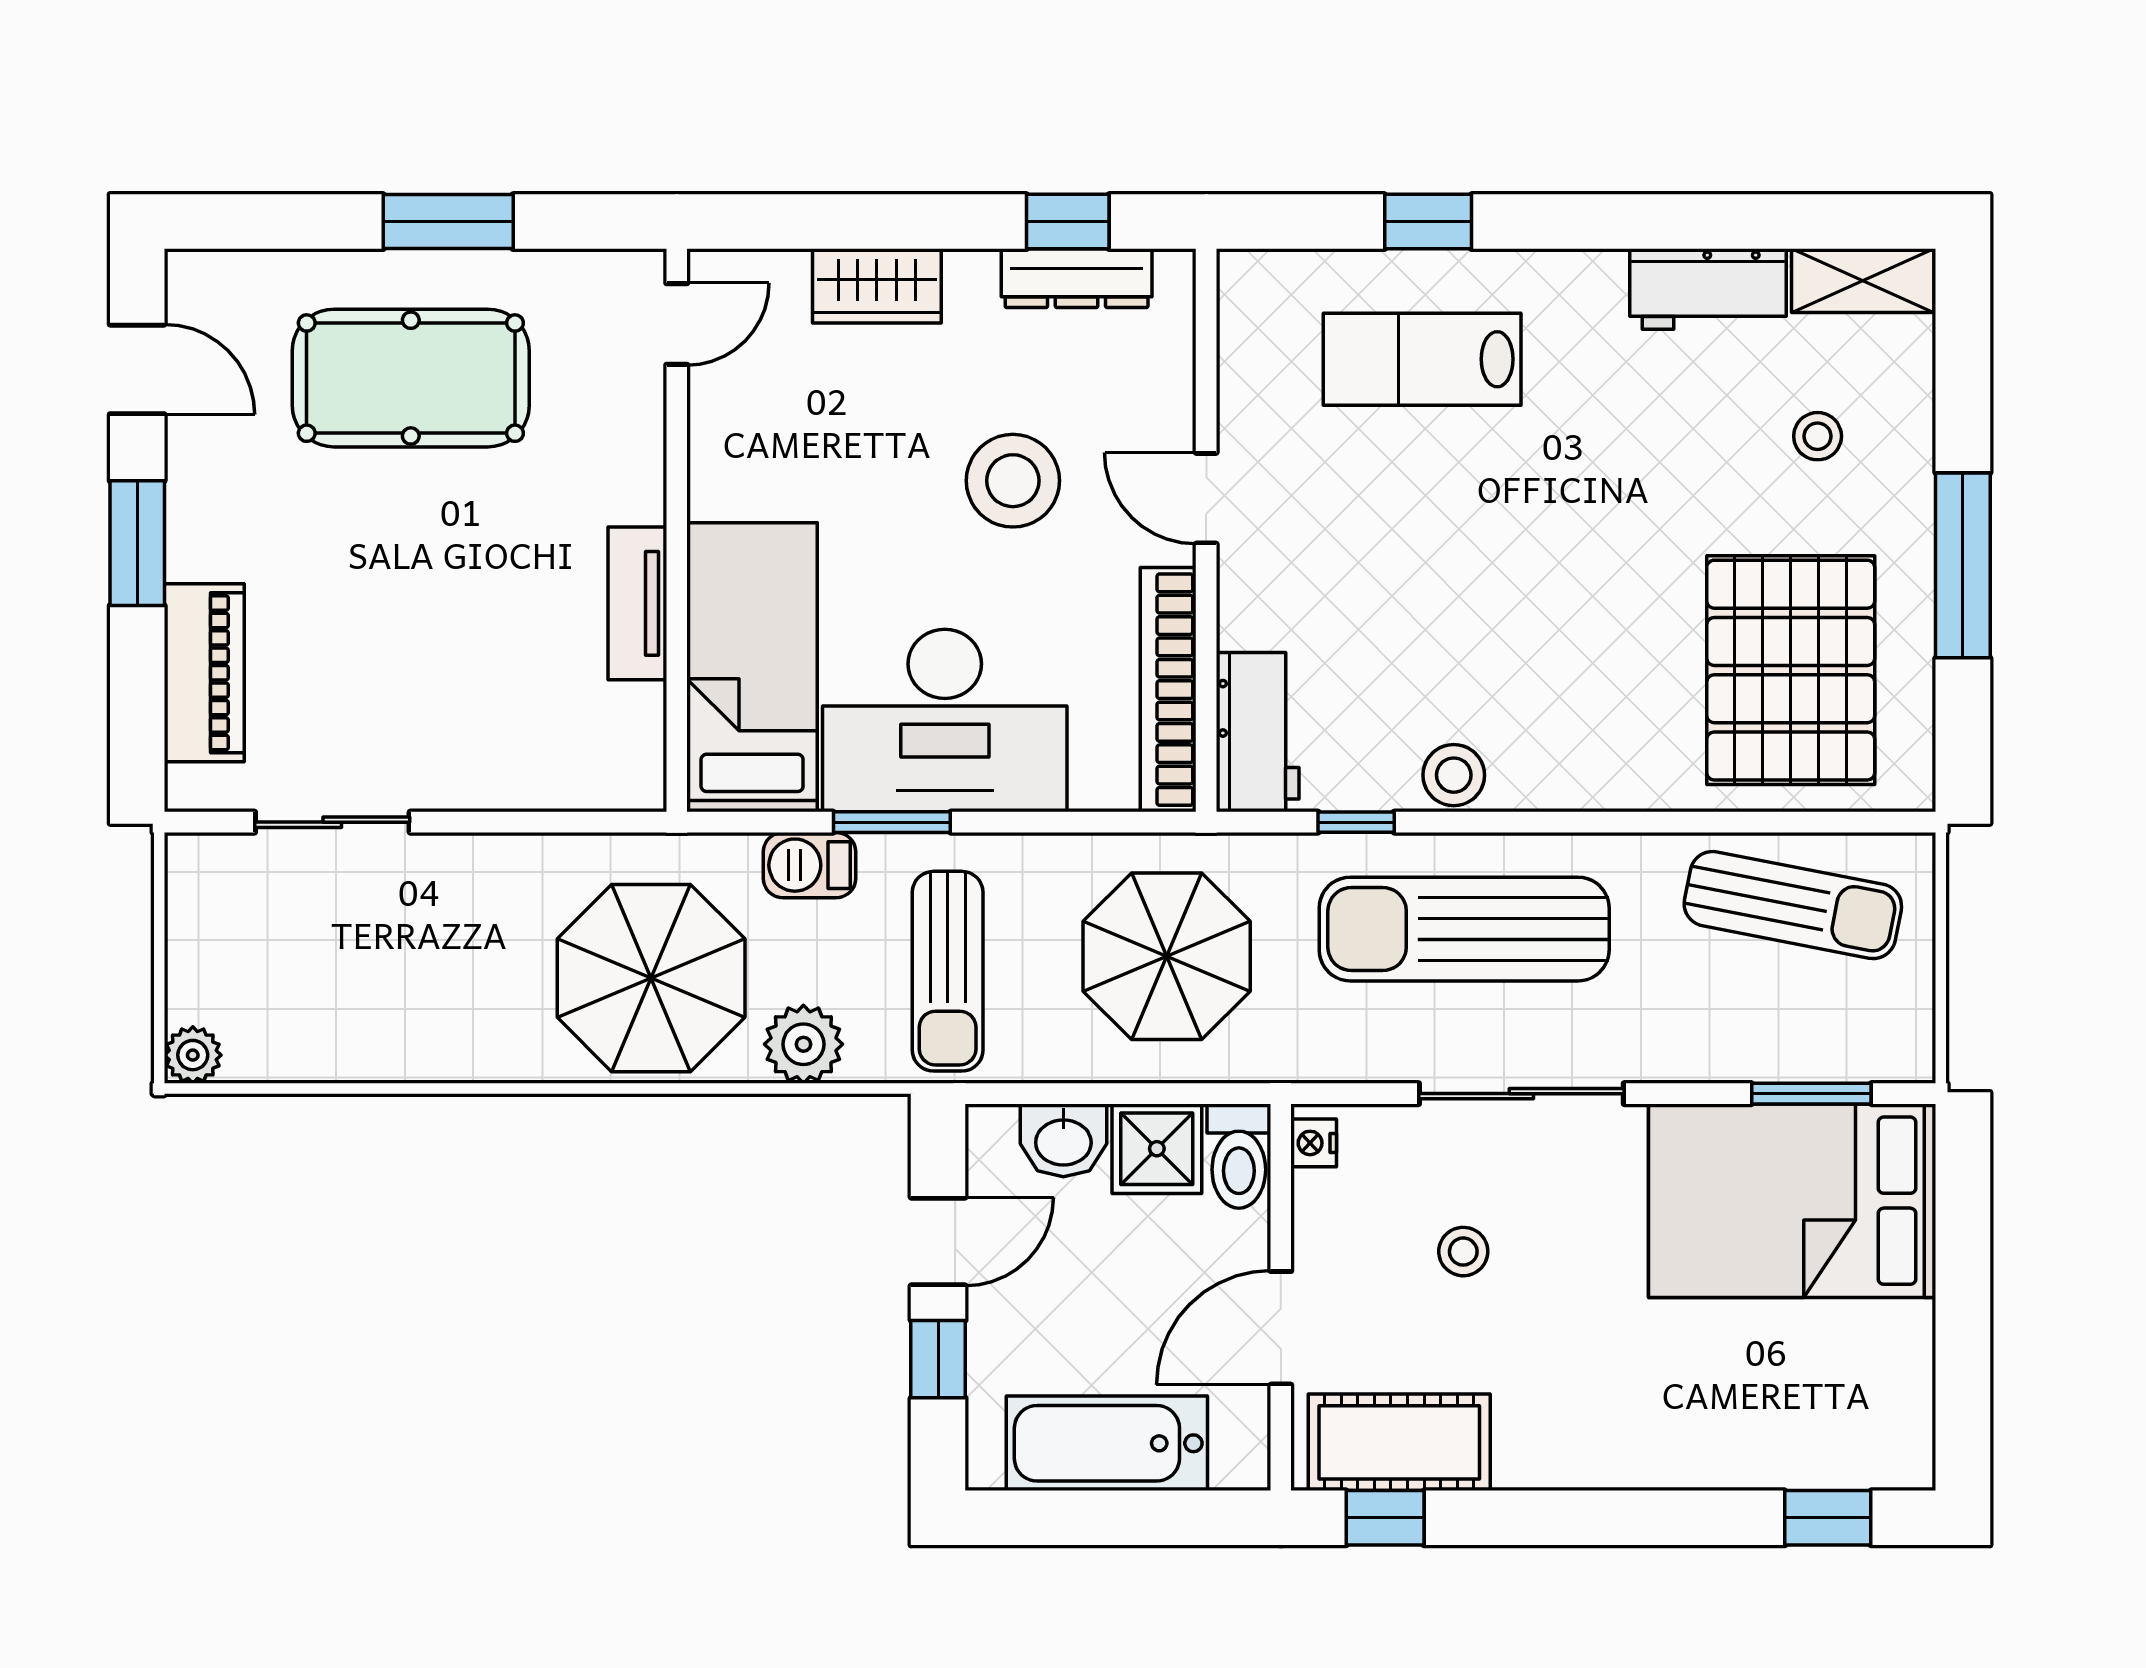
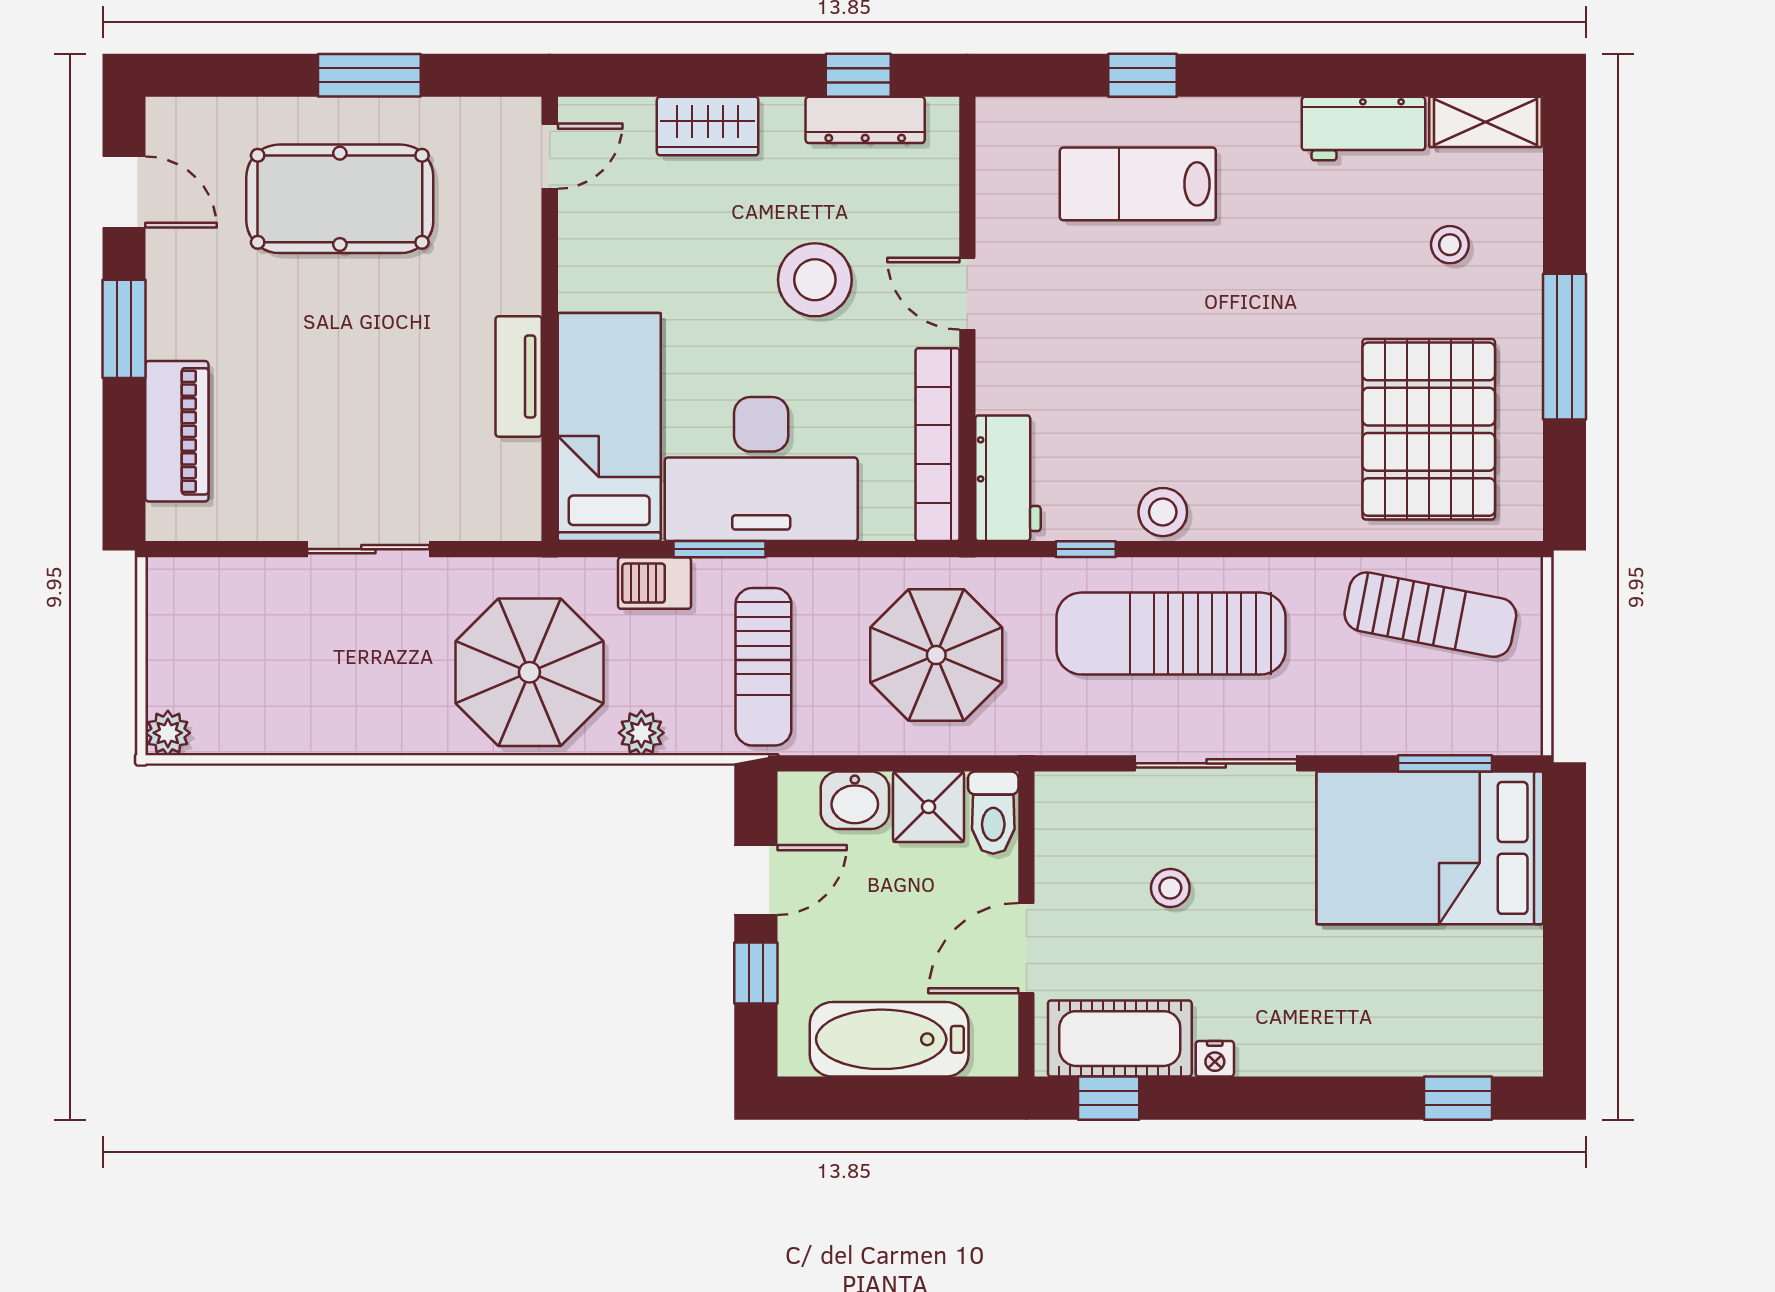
sliding door: (332, 822) -> (368, 549), moved
plant: (803, 1044) -> (641, 733), width x0.73, depth x0.73
nightstand: (1314, 1143) -> (1215, 1059), moved, turned -90

